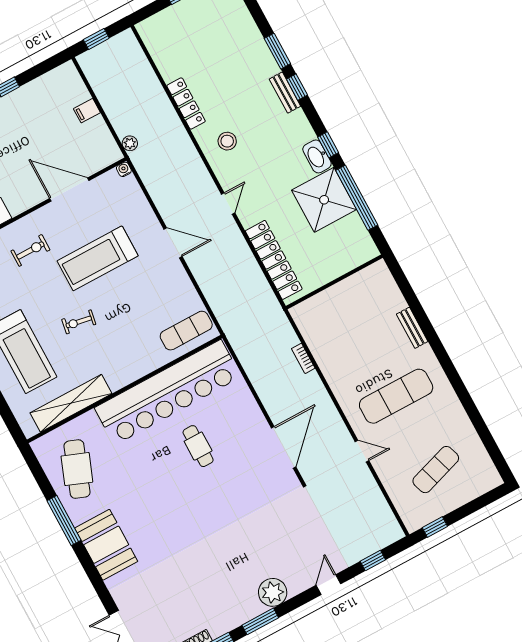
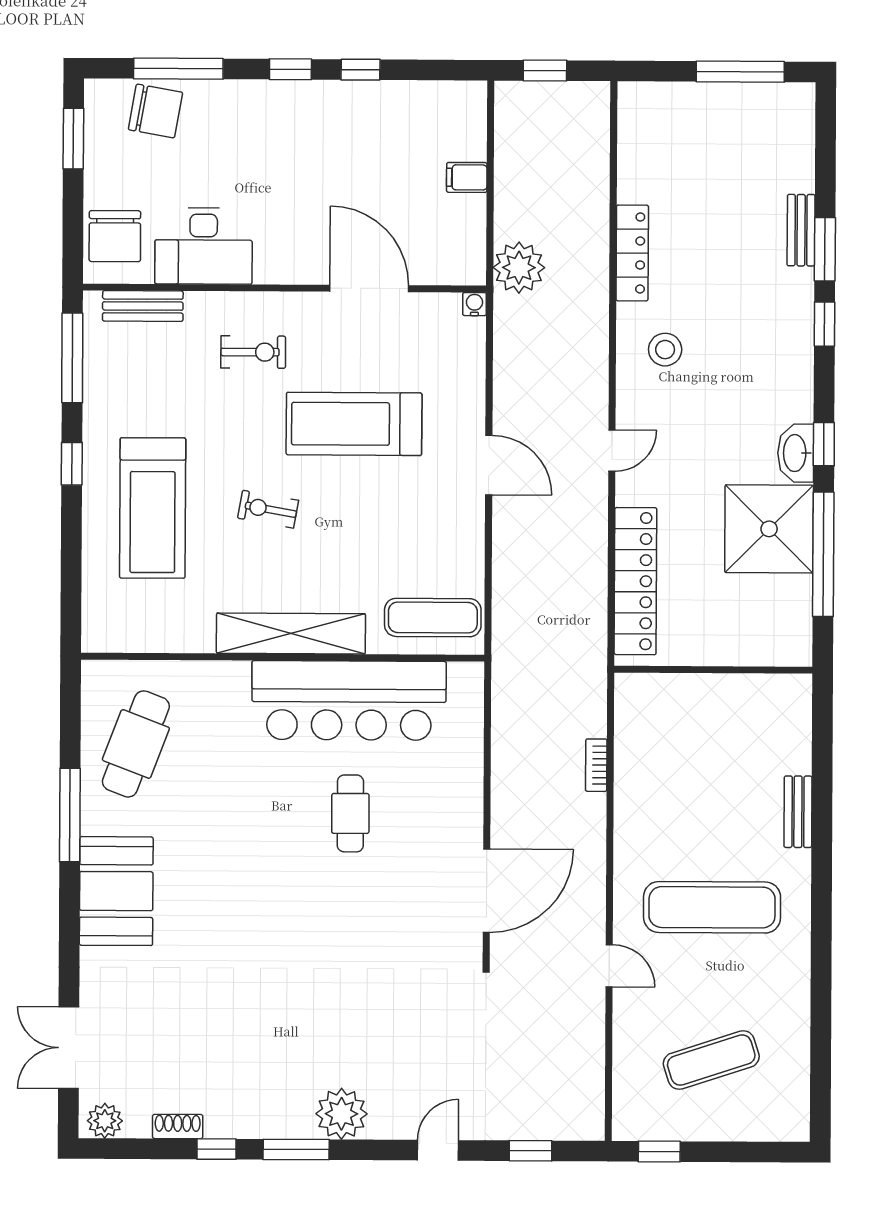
bench: (285, 93) -> (801, 230), moved
plant: (130, 143) -> (519, 268), width x1.87, depth x1.87
bar counter: (168, 392) -> (349, 700), width x0.73
shelving: (71, 403) -> (291, 634), moved

